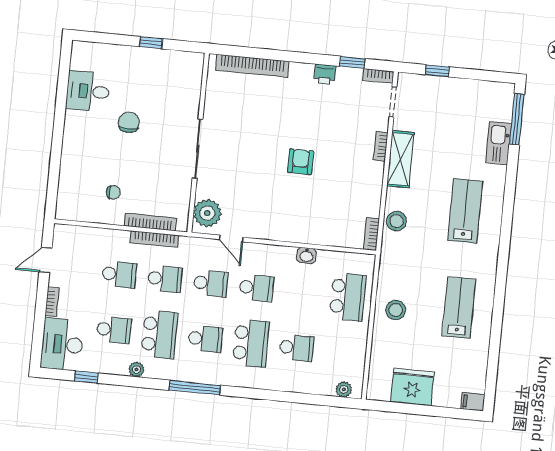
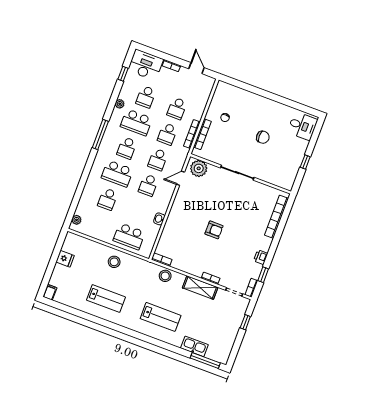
desk: (88, 91) -> (302, 126), moved, turned 90
fridge: (412, 387) -> (65, 259), width x0.53, depth x0.75

